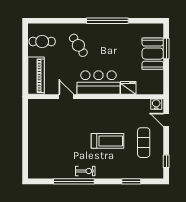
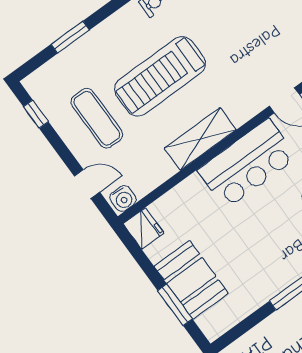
fridge: (128, 88) -> (144, 229), moved, turned -90
shelving: (110, 105) -> (200, 139), added
treadmill: (108, 141) -> (160, 76), width x1.37, depth x1.38

